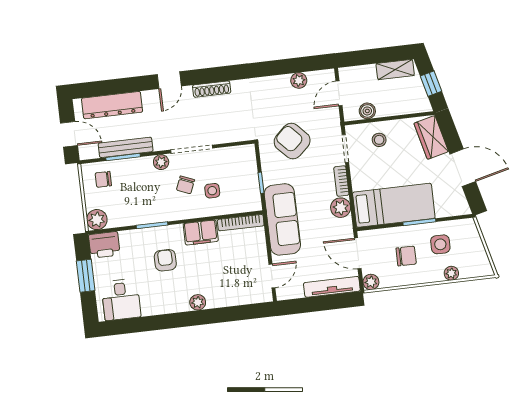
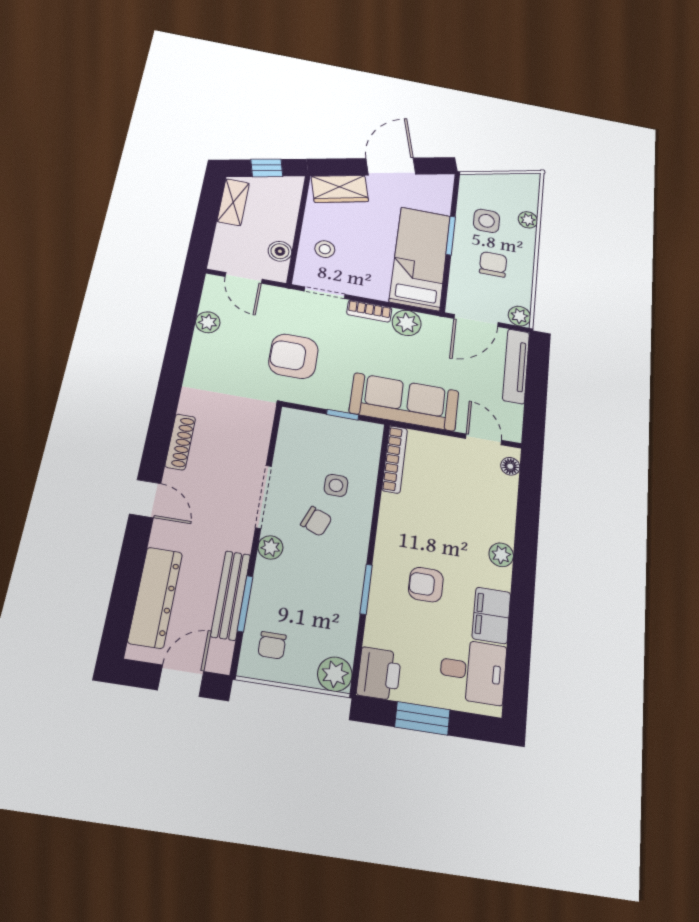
armchair: (292, 141) -> (293, 356), turned 43
filing cabinet: (201, 232) -> (491, 615), moved, turned 180
floor lamp: (259, 297) -> (510, 466), added

